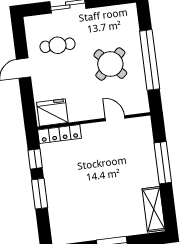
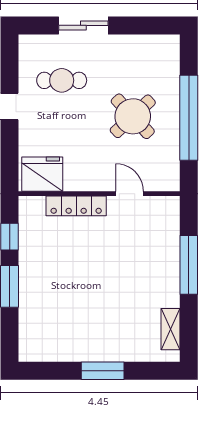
locker: (59, 134) -> (76, 206), moved
shelving: (154, 209) -> (171, 329), width x0.67, depth x0.75

